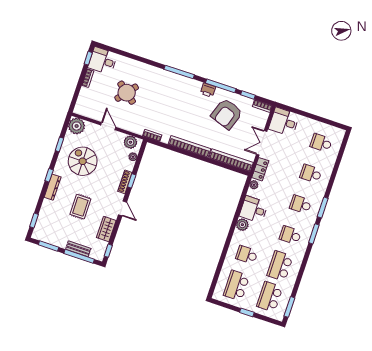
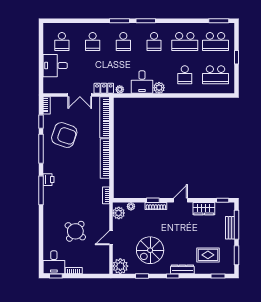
printer: (208, 90) -> (49, 180), moved
desk: (284, 122) -> (55, 66), moved, turned 90
rug: (80, 207) -> (208, 255), moved

